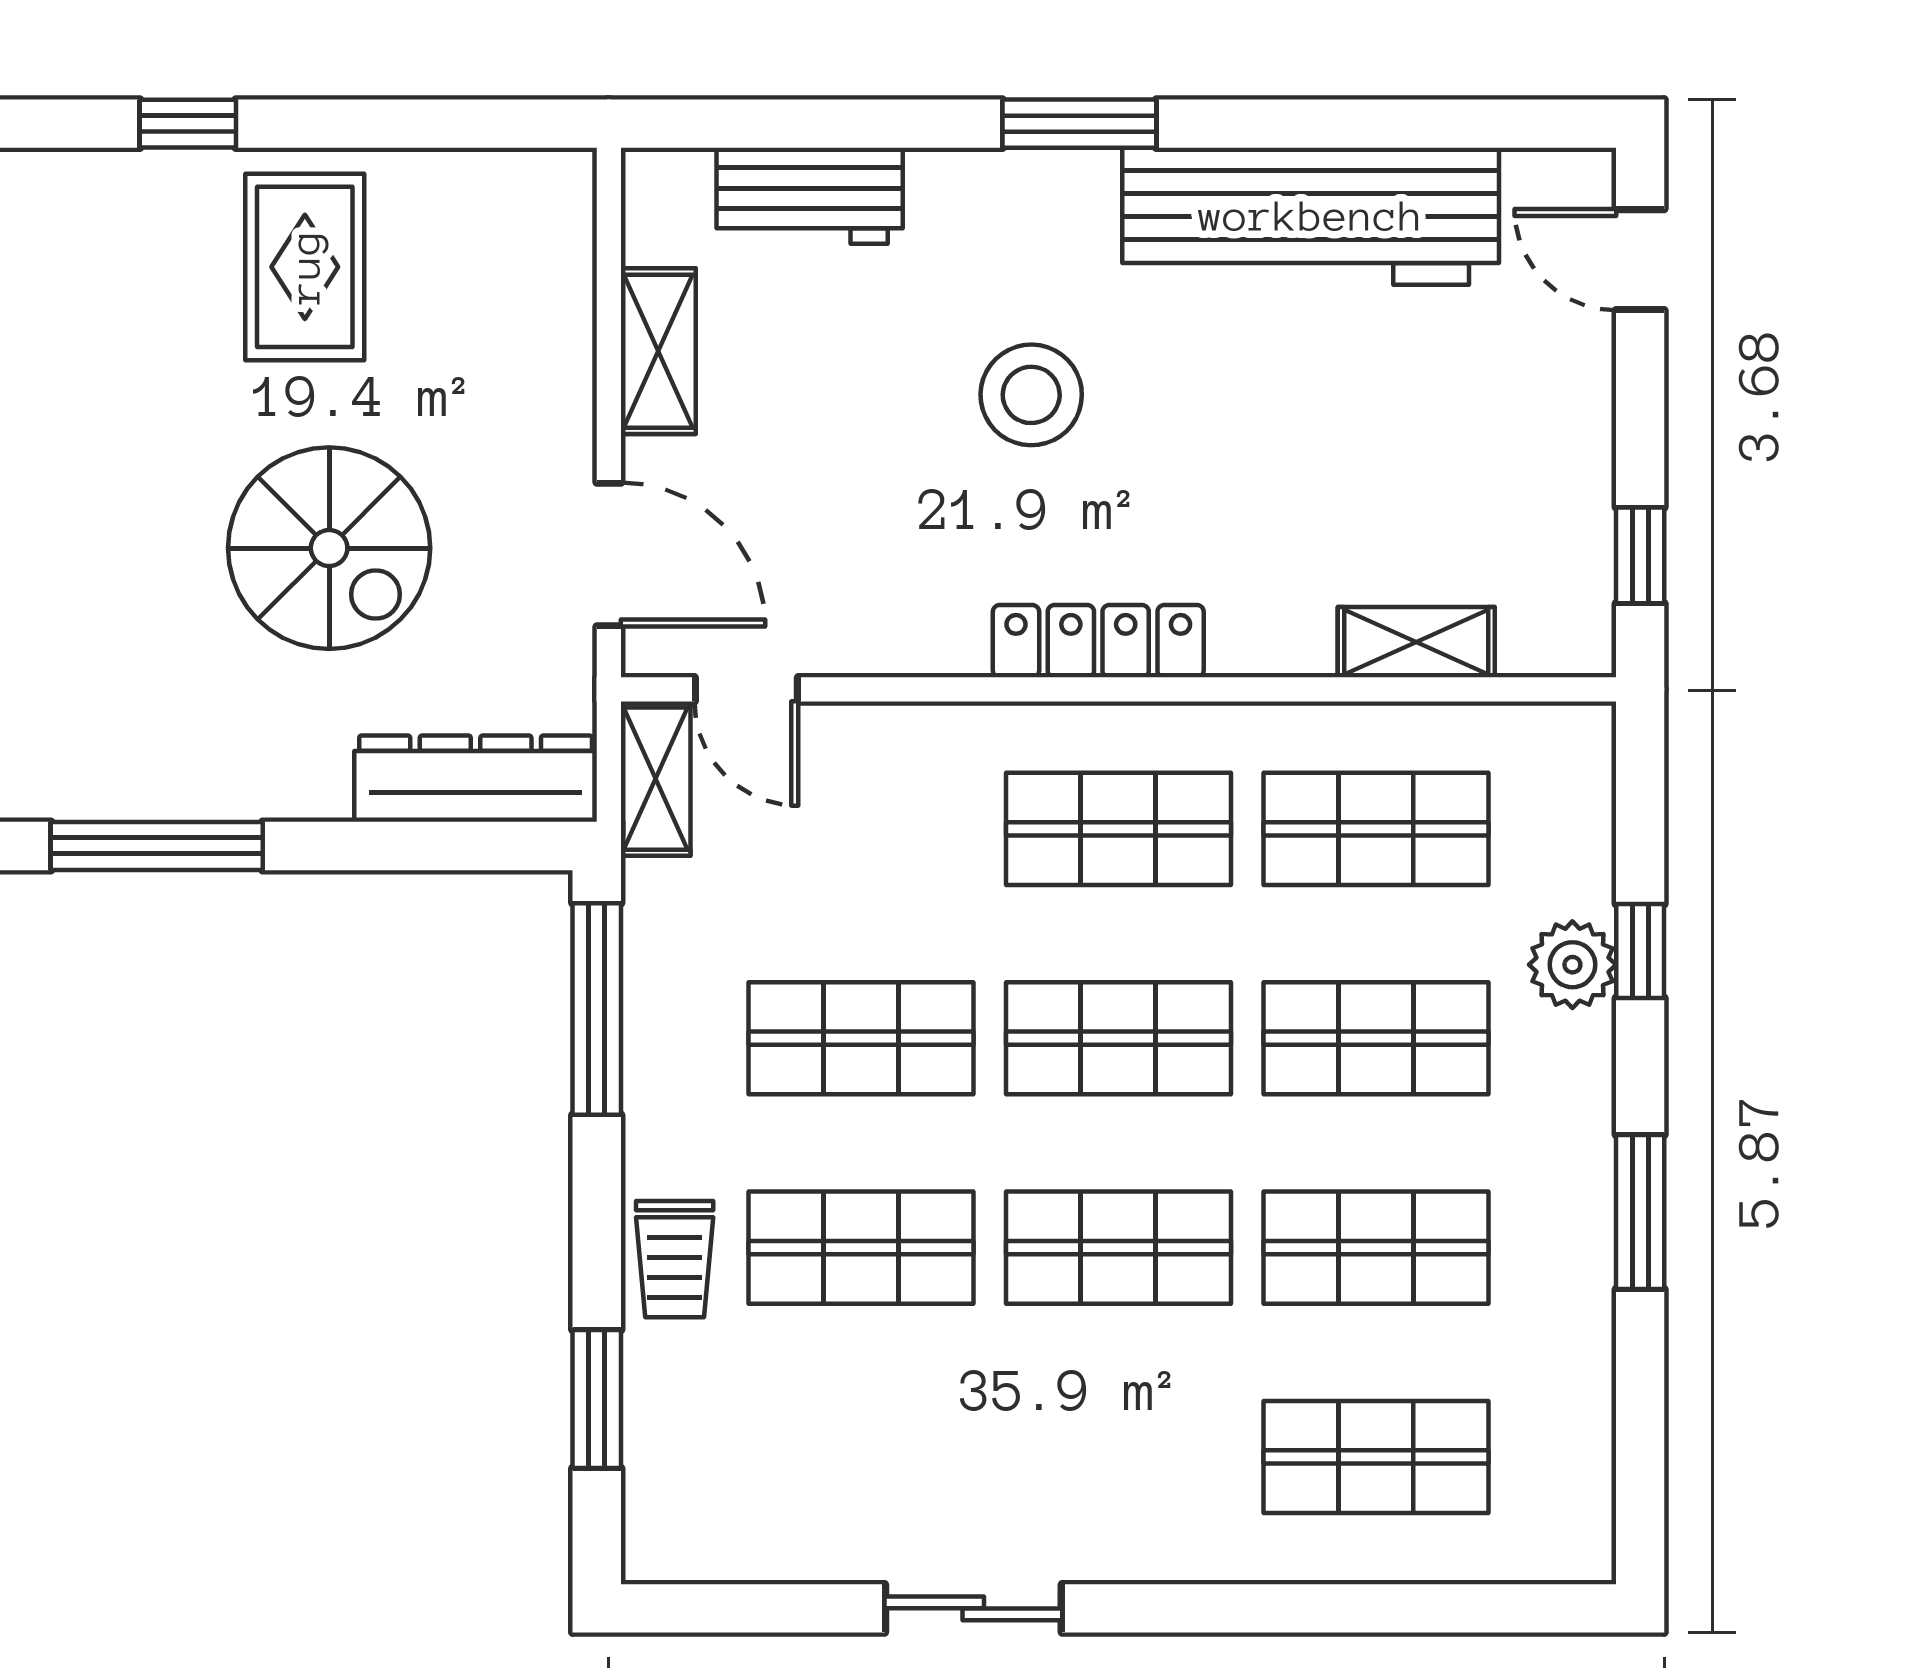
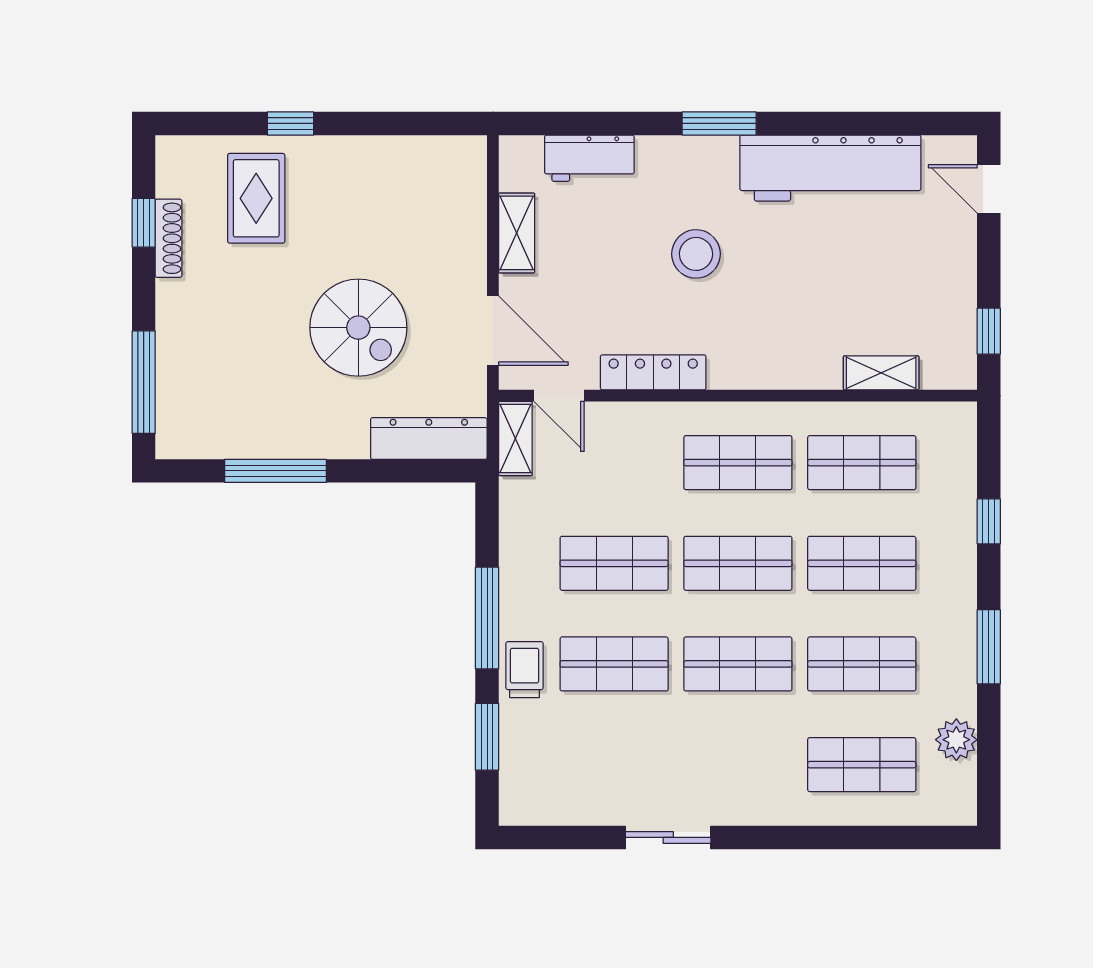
rug: (305, 267) -> (256, 198), moved
locker: (1098, 641) -> (653, 372), moved
plant: (1572, 965) -> (956, 740), moved
window: (597, 1009) -> (487, 618), moved
trolley: (675, 1259) -> (525, 670), turned 180

